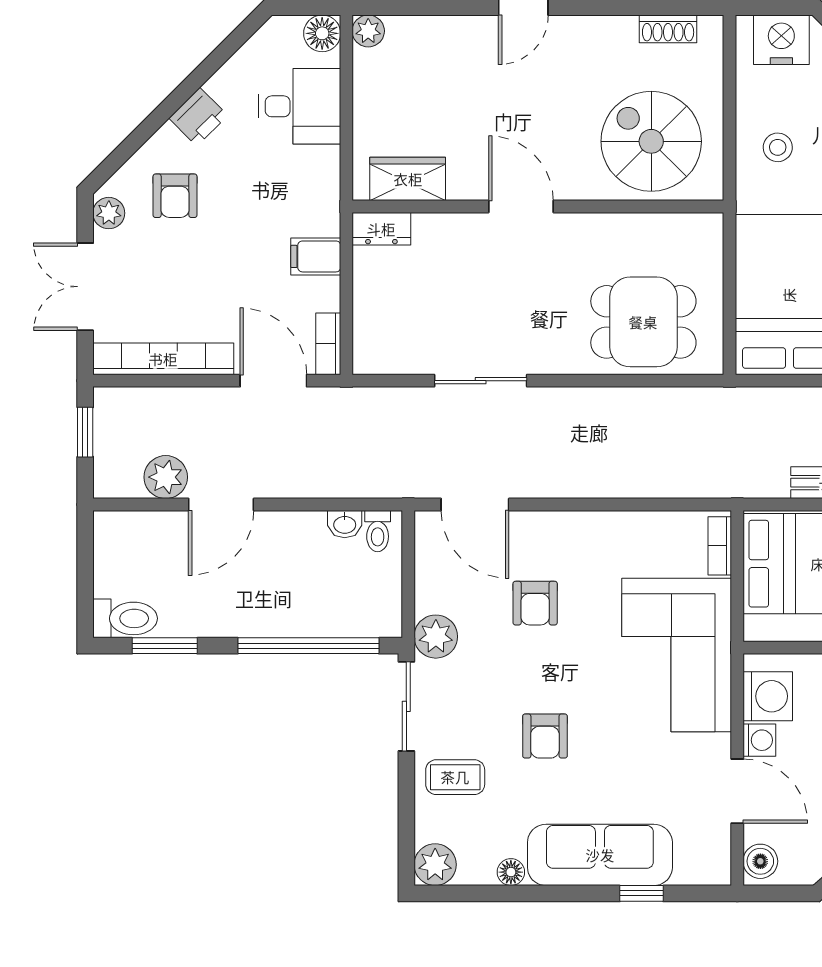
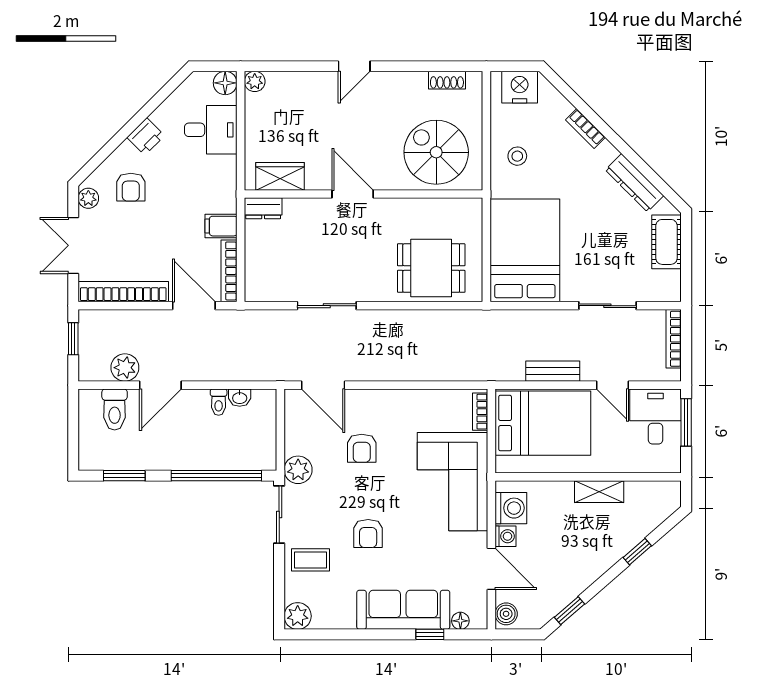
bookcase: (328, 344) -> (229, 271), width x1.56
toilet: (378, 531) -> (219, 402), moved
toilet: (125, 618) -> (115, 409), moved, turned 90
floor lamp: (511, 872) -> (460, 621), moved

